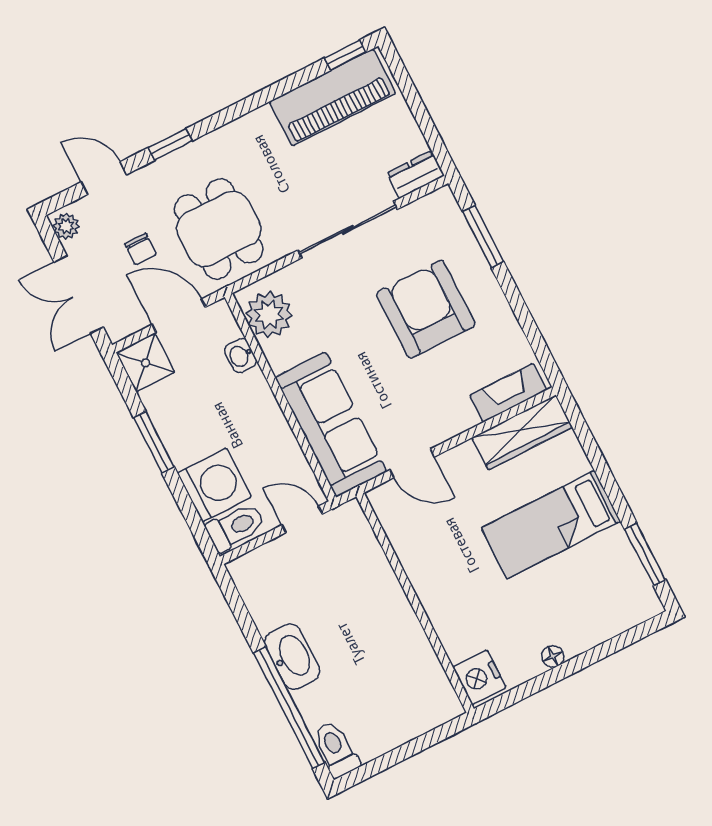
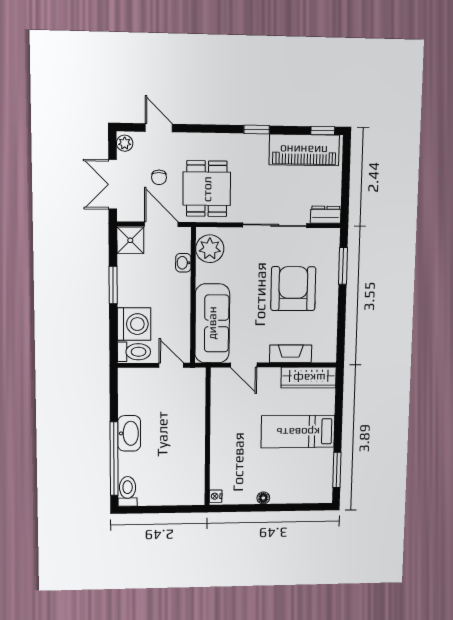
window: (170, 144) -> (257, 129), moved
fireplace: (508, 393) -> (291, 354), moved
nightstand: (479, 677) -> (216, 496), width x0.53, depth x0.56

